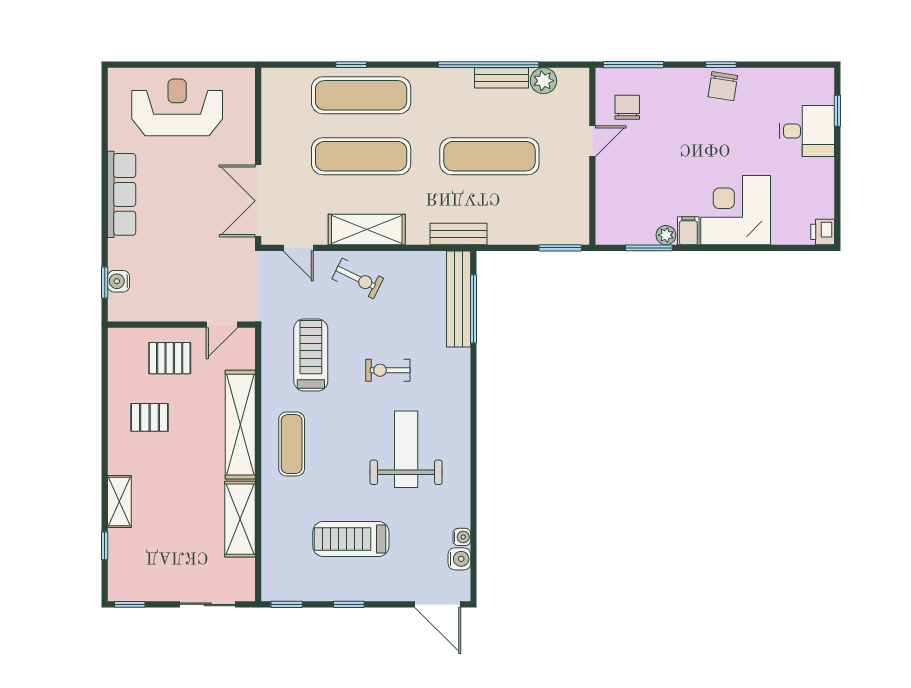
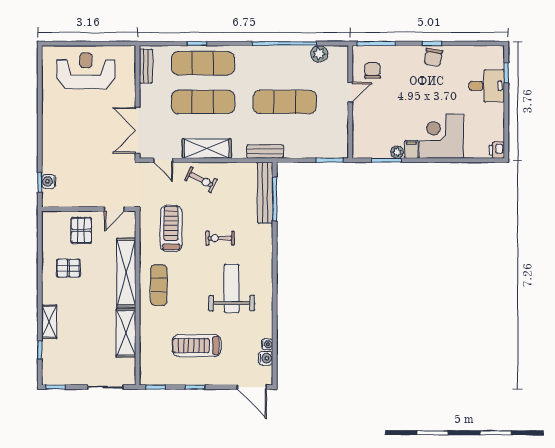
bench: (501, 78) -> (146, 66), moved, turned 90
row of seats: (122, 194) -> (51, 126), removed
pallet: (170, 358) -> (81, 230), turned 90

